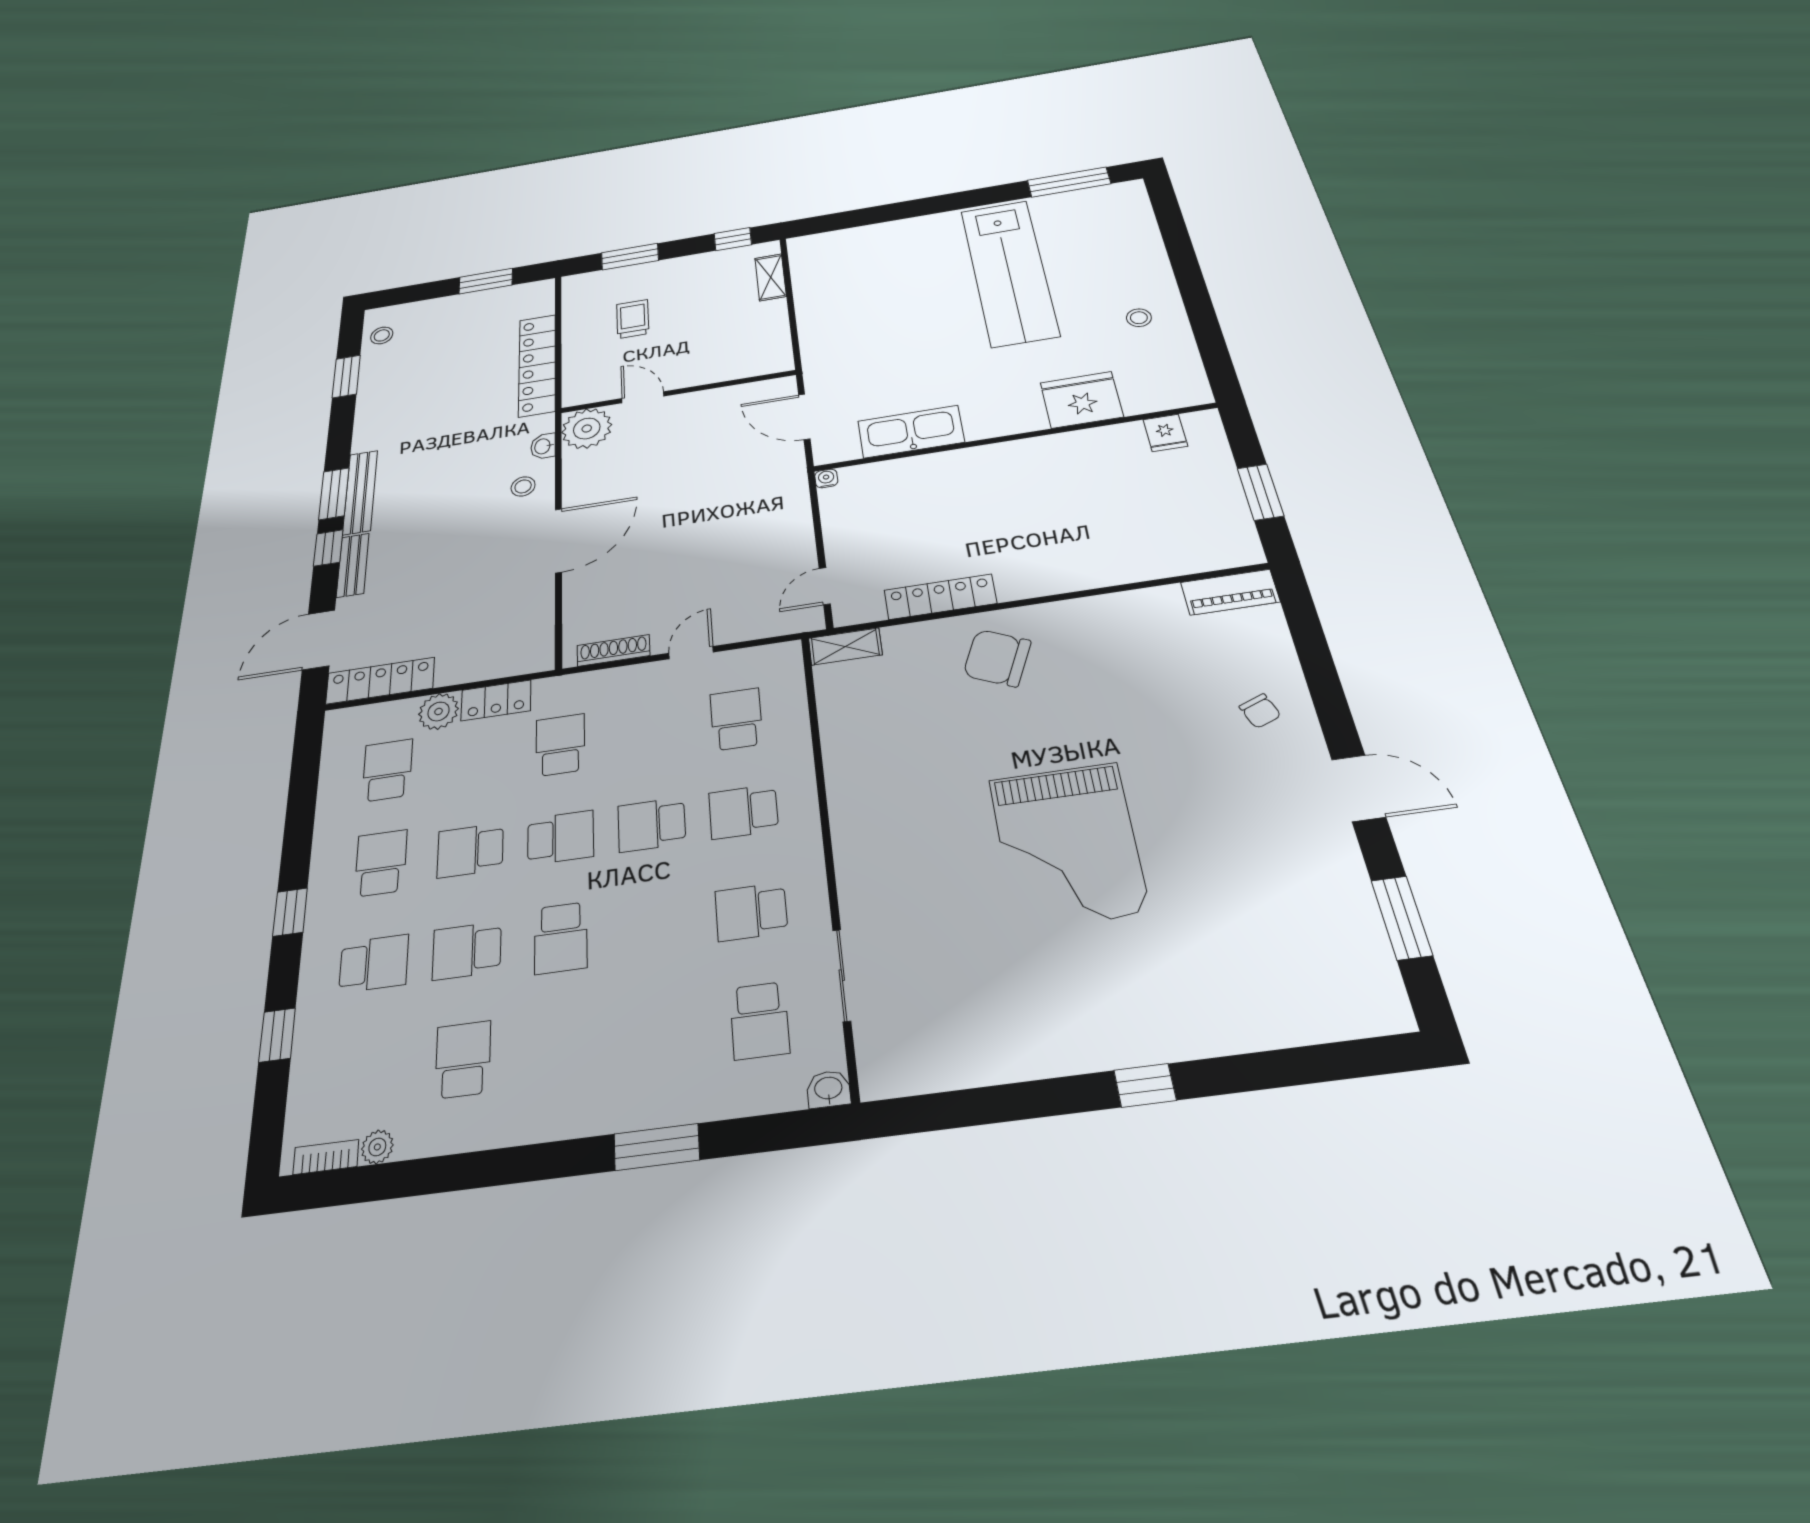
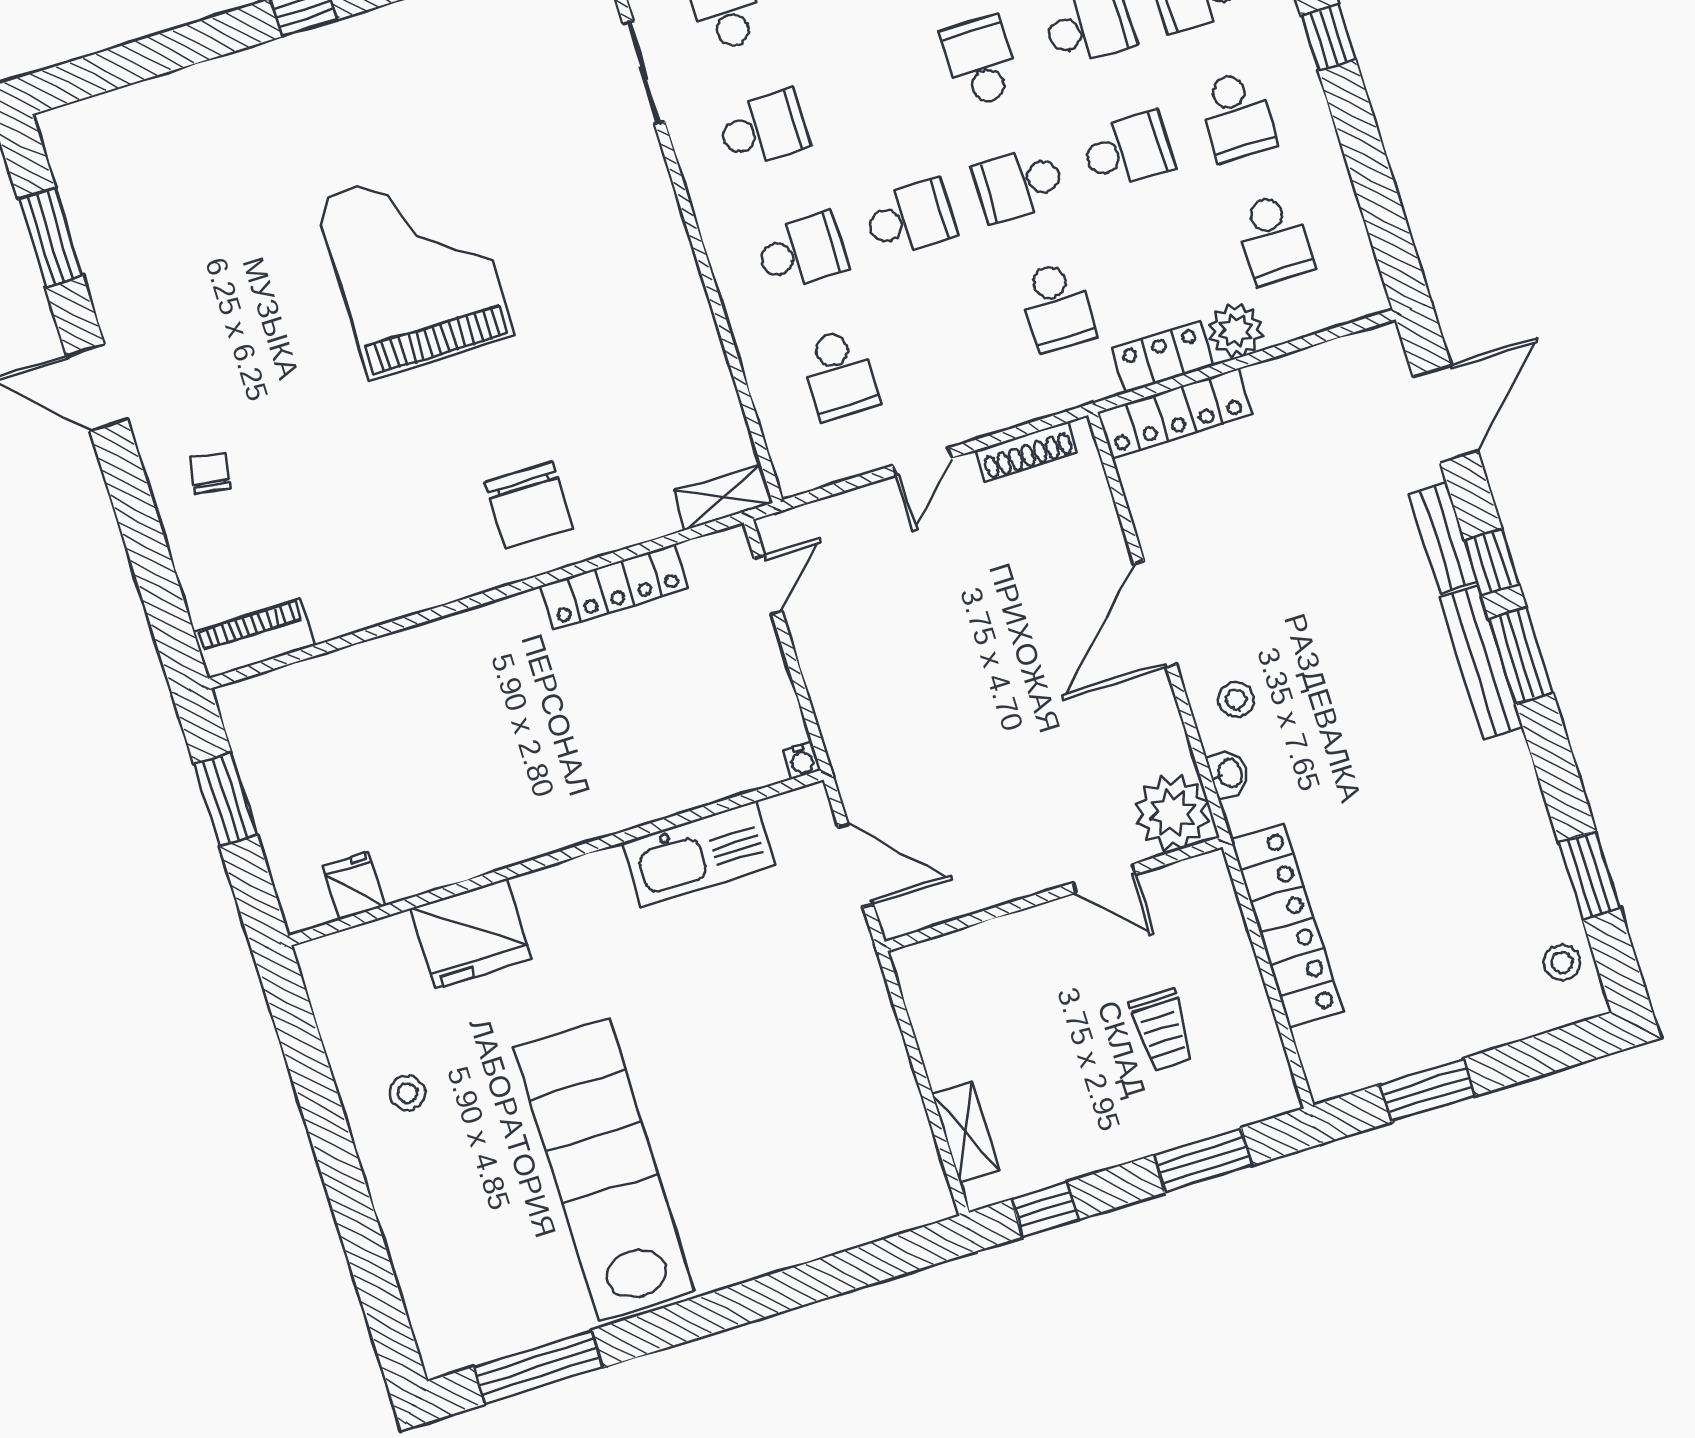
chair: (997, 658) -> (529, 505), turned 66
locker: (380, 681) -> (1175, 413), moved
chair: (1260, 711) -> (210, 473), turned 30

